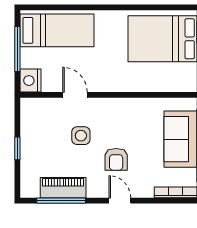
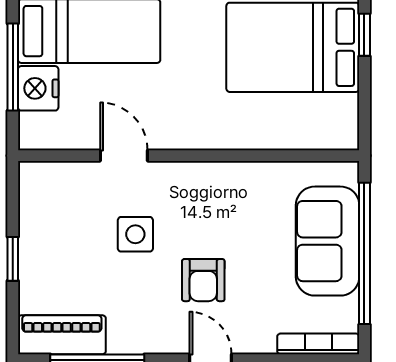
nightstand: (31, 81) -> (38, 88), moved
piano: (63, 188) -> (62, 335), moved

